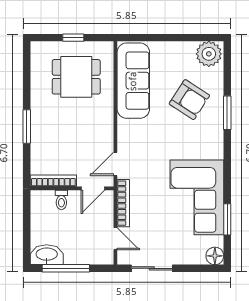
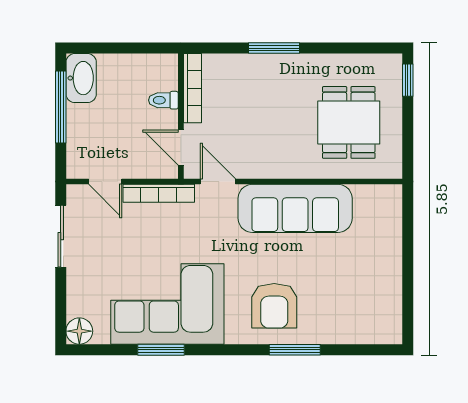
window: (73, 38) -> (408, 80), moved
plant: (209, 54) -> (383, 322), removed
sofa: (133, 81) -> (295, 208), moved
armchair: (189, 100) -> (274, 306), moved, turned -33
window: (227, 219) -> (161, 350), moved
door: (115, 239) -> (105, 182), hinge flipped

